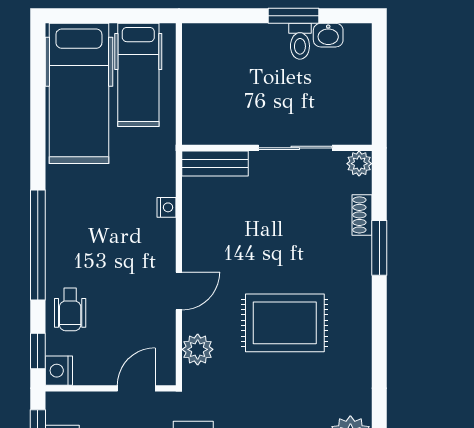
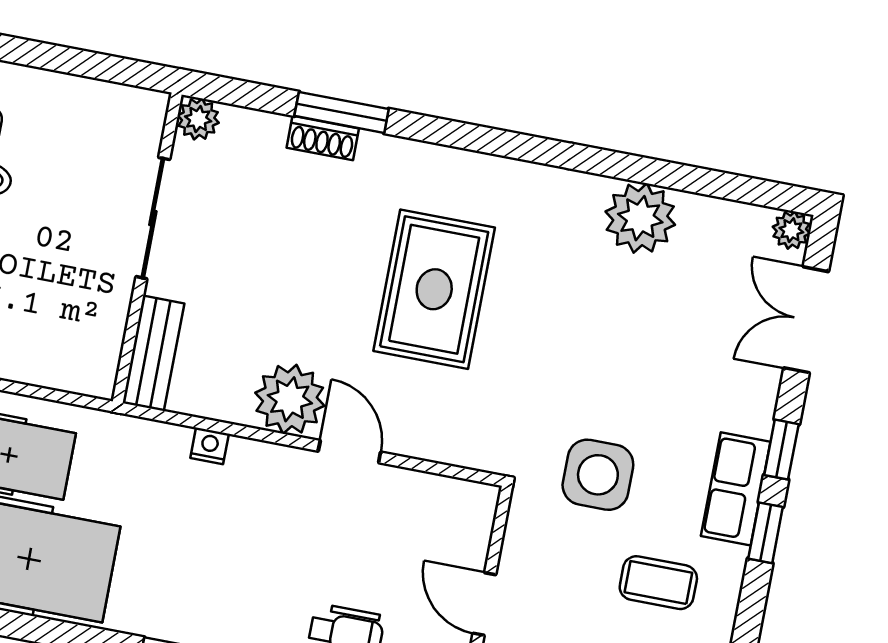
shoe rack: (362, 215) -> (323, 138), moved
plant: (198, 349) -> (290, 399), moved, width x1.36, depth x1.36
door: (136, 388) -> (484, 604), moved

